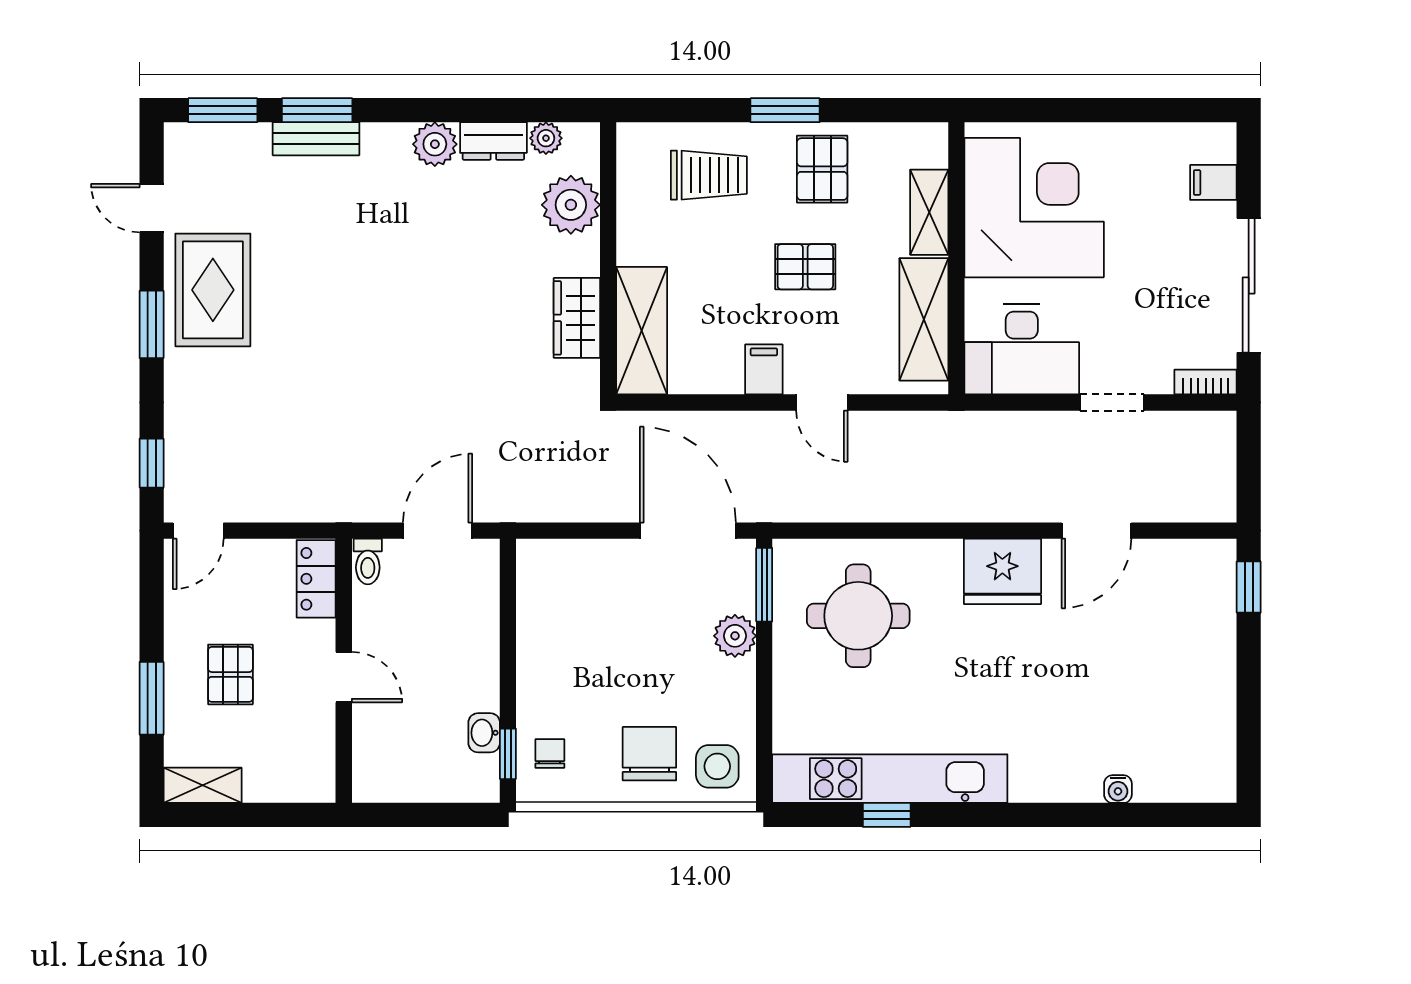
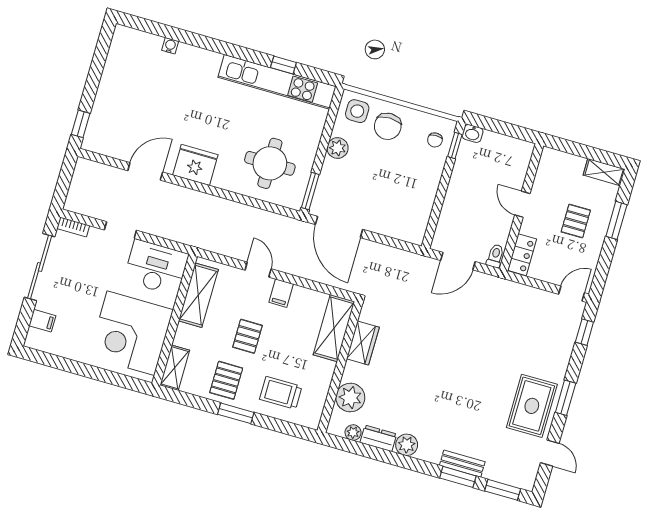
shelving: (929, 212) -> (175, 368), moved
pallet: (805, 267) -> (247, 336), turned 90
plant: (735, 636) -> (338, 148), moved
washbasin: (484, 733) -> (472, 133), moved, turned 90

